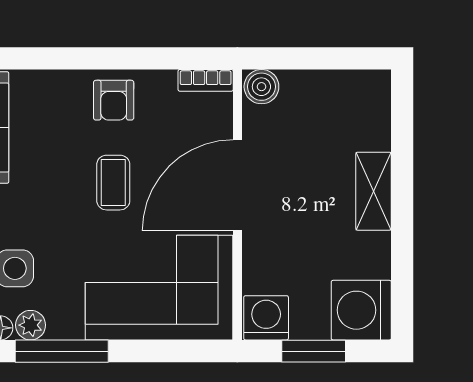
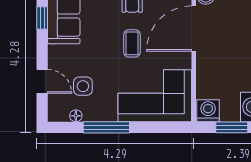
door: (237, 185) -> (194, 29), moved
plant: (31, 325) -> (91, 114), removed

